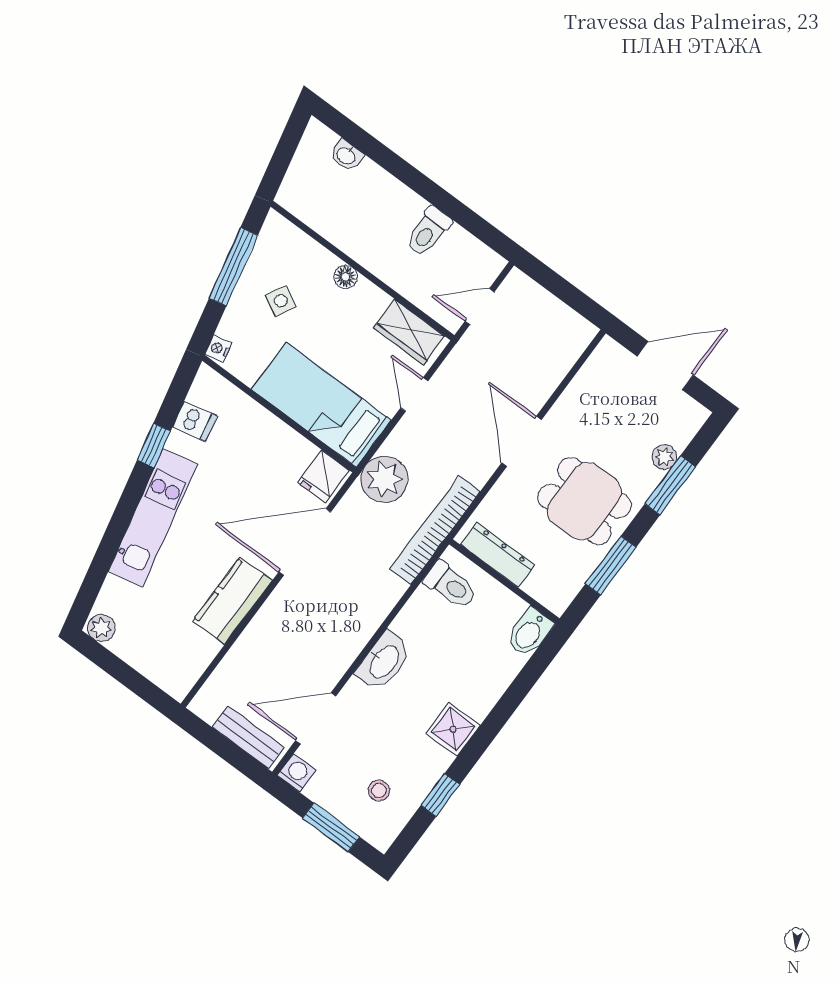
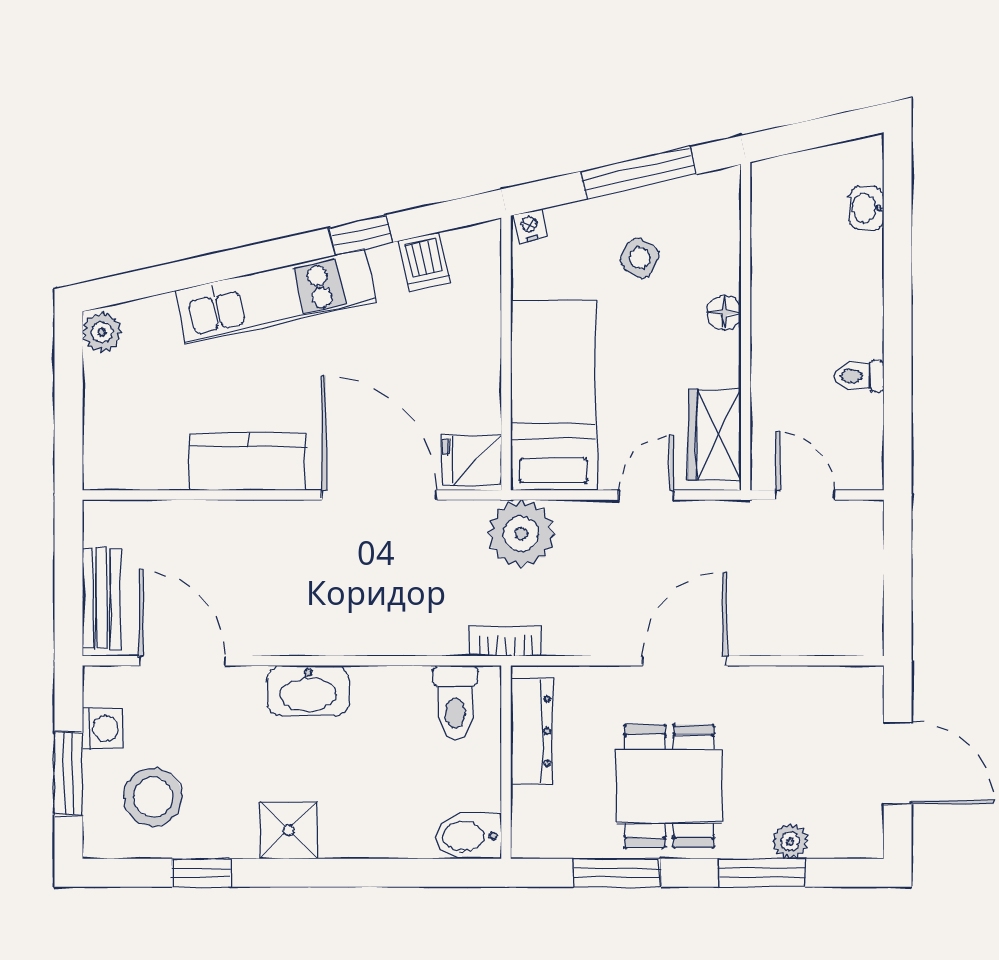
toilet: (428, 232) -> (859, 376), width x0.73, depth x0.72
bookcase: (435, 530) -> (506, 642), width x0.43, depth x0.76
washing machine: (297, 773) -> (102, 728), moved
stool: (379, 790) -> (153, 797), width x1.89, depth x1.89

